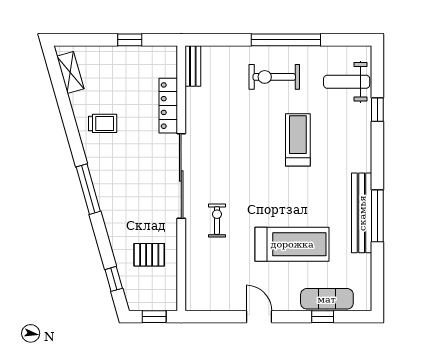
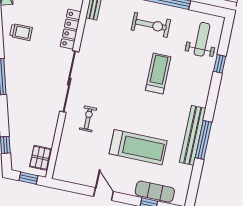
exercise bike: (274, 77) -> (151, 25), turned 180
weight bench: (347, 82) -> (202, 39), turned 90
pallet: (149, 255) -> (40, 158), moved, turned 90

